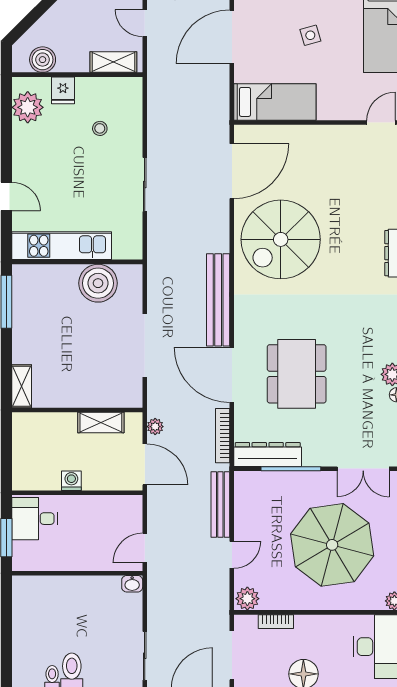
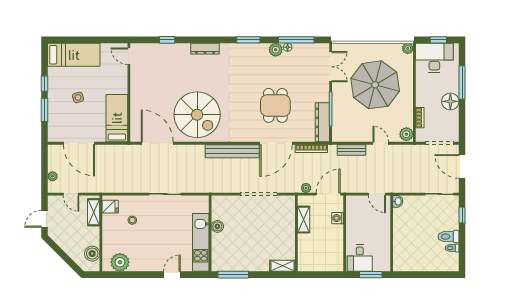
door: (145, 23) -> (71, 194), hinge flipped
fridge: (63, 90) -> (110, 207), moved
boiler: (98, 283) -> (217, 226), width x0.54, depth x0.54
dining table: (297, 374) -> (275, 105), width x0.73
washing machine: (71, 481) -> (338, 218), moved
bench: (220, 504) -> (351, 150), width x0.73

